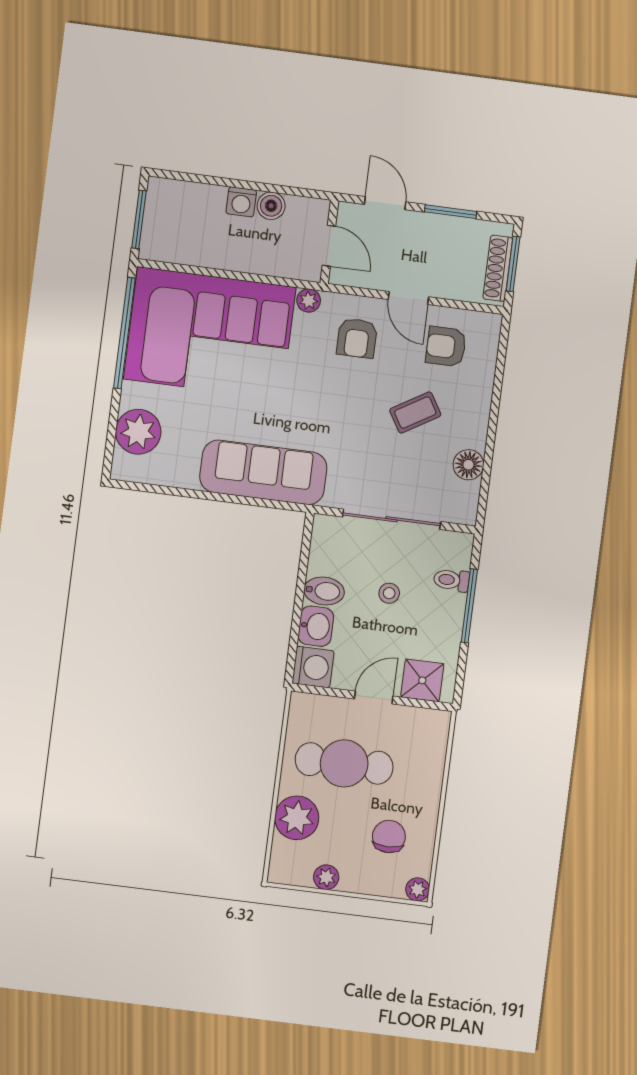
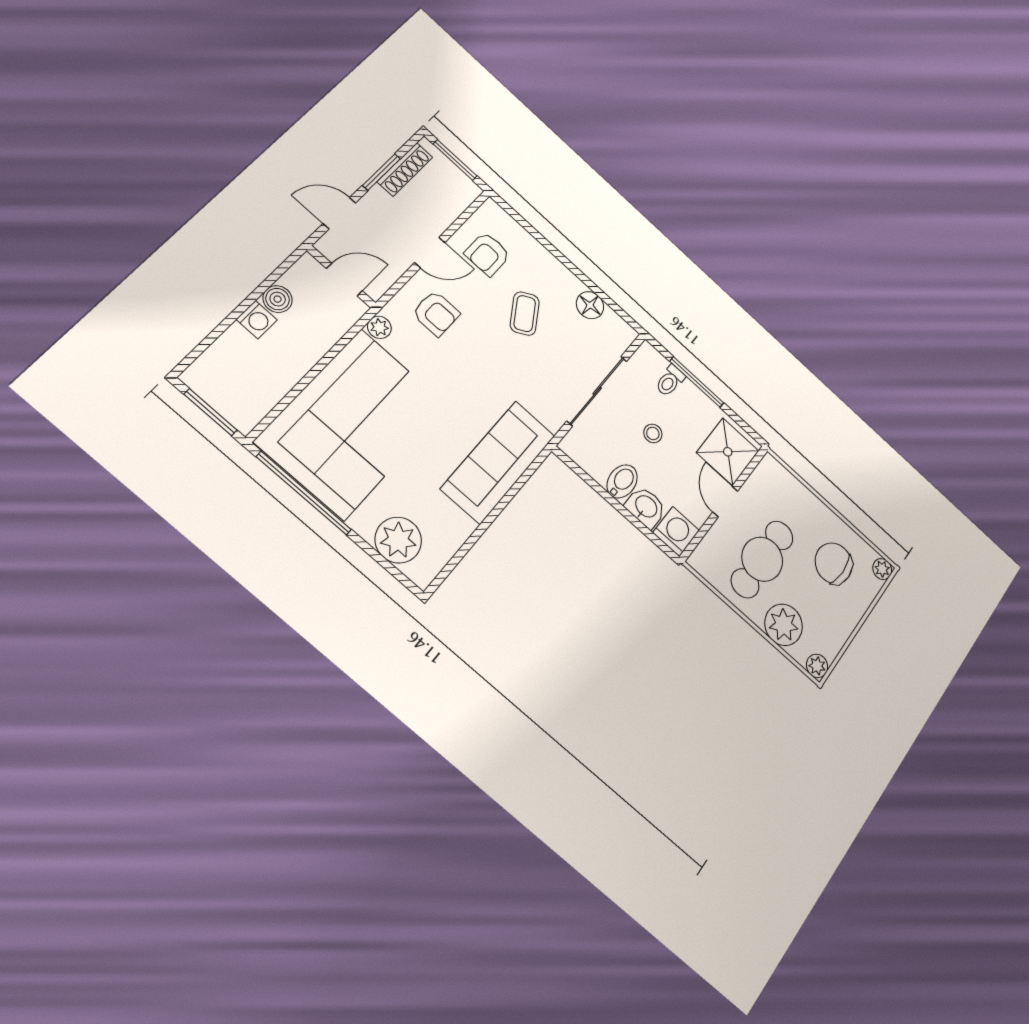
shoe rack: (498, 268) -> (405, 169), moved, turned -90
shower: (422, 680) -> (728, 452), width x1.36, depth x1.36
chair: (389, 836) -> (834, 563), width x1.37, depth x1.37
plant: (326, 877) -> (817, 666), moved

